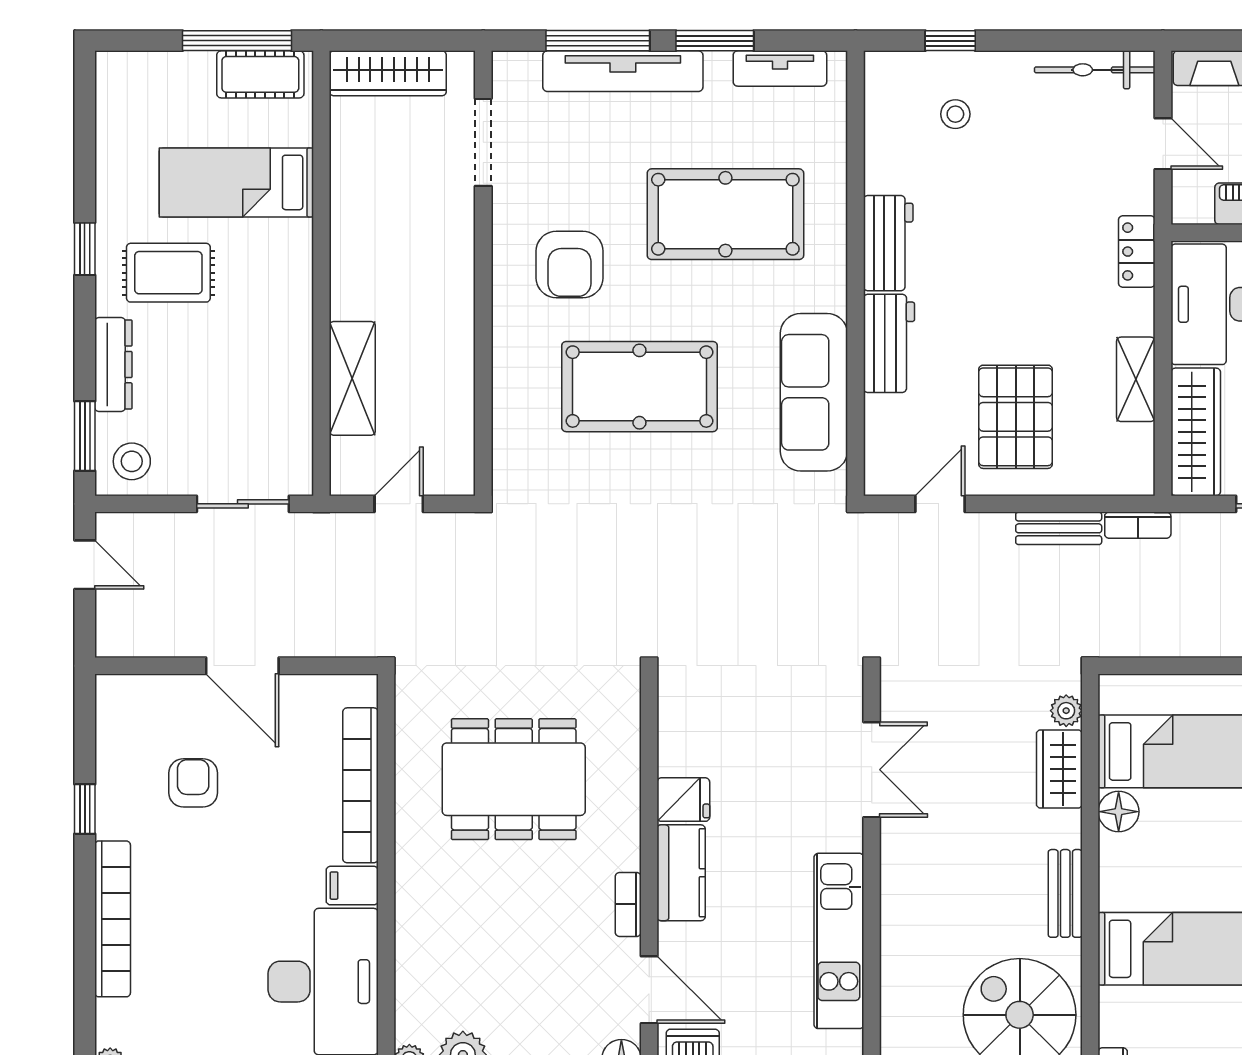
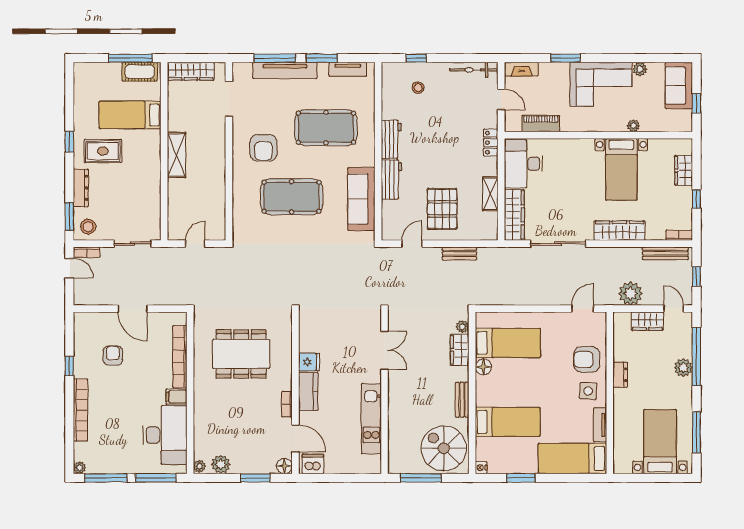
shelving: (352, 378) -> (176, 155), moved
bookcase: (1138, 525) -> (87, 252), moved

